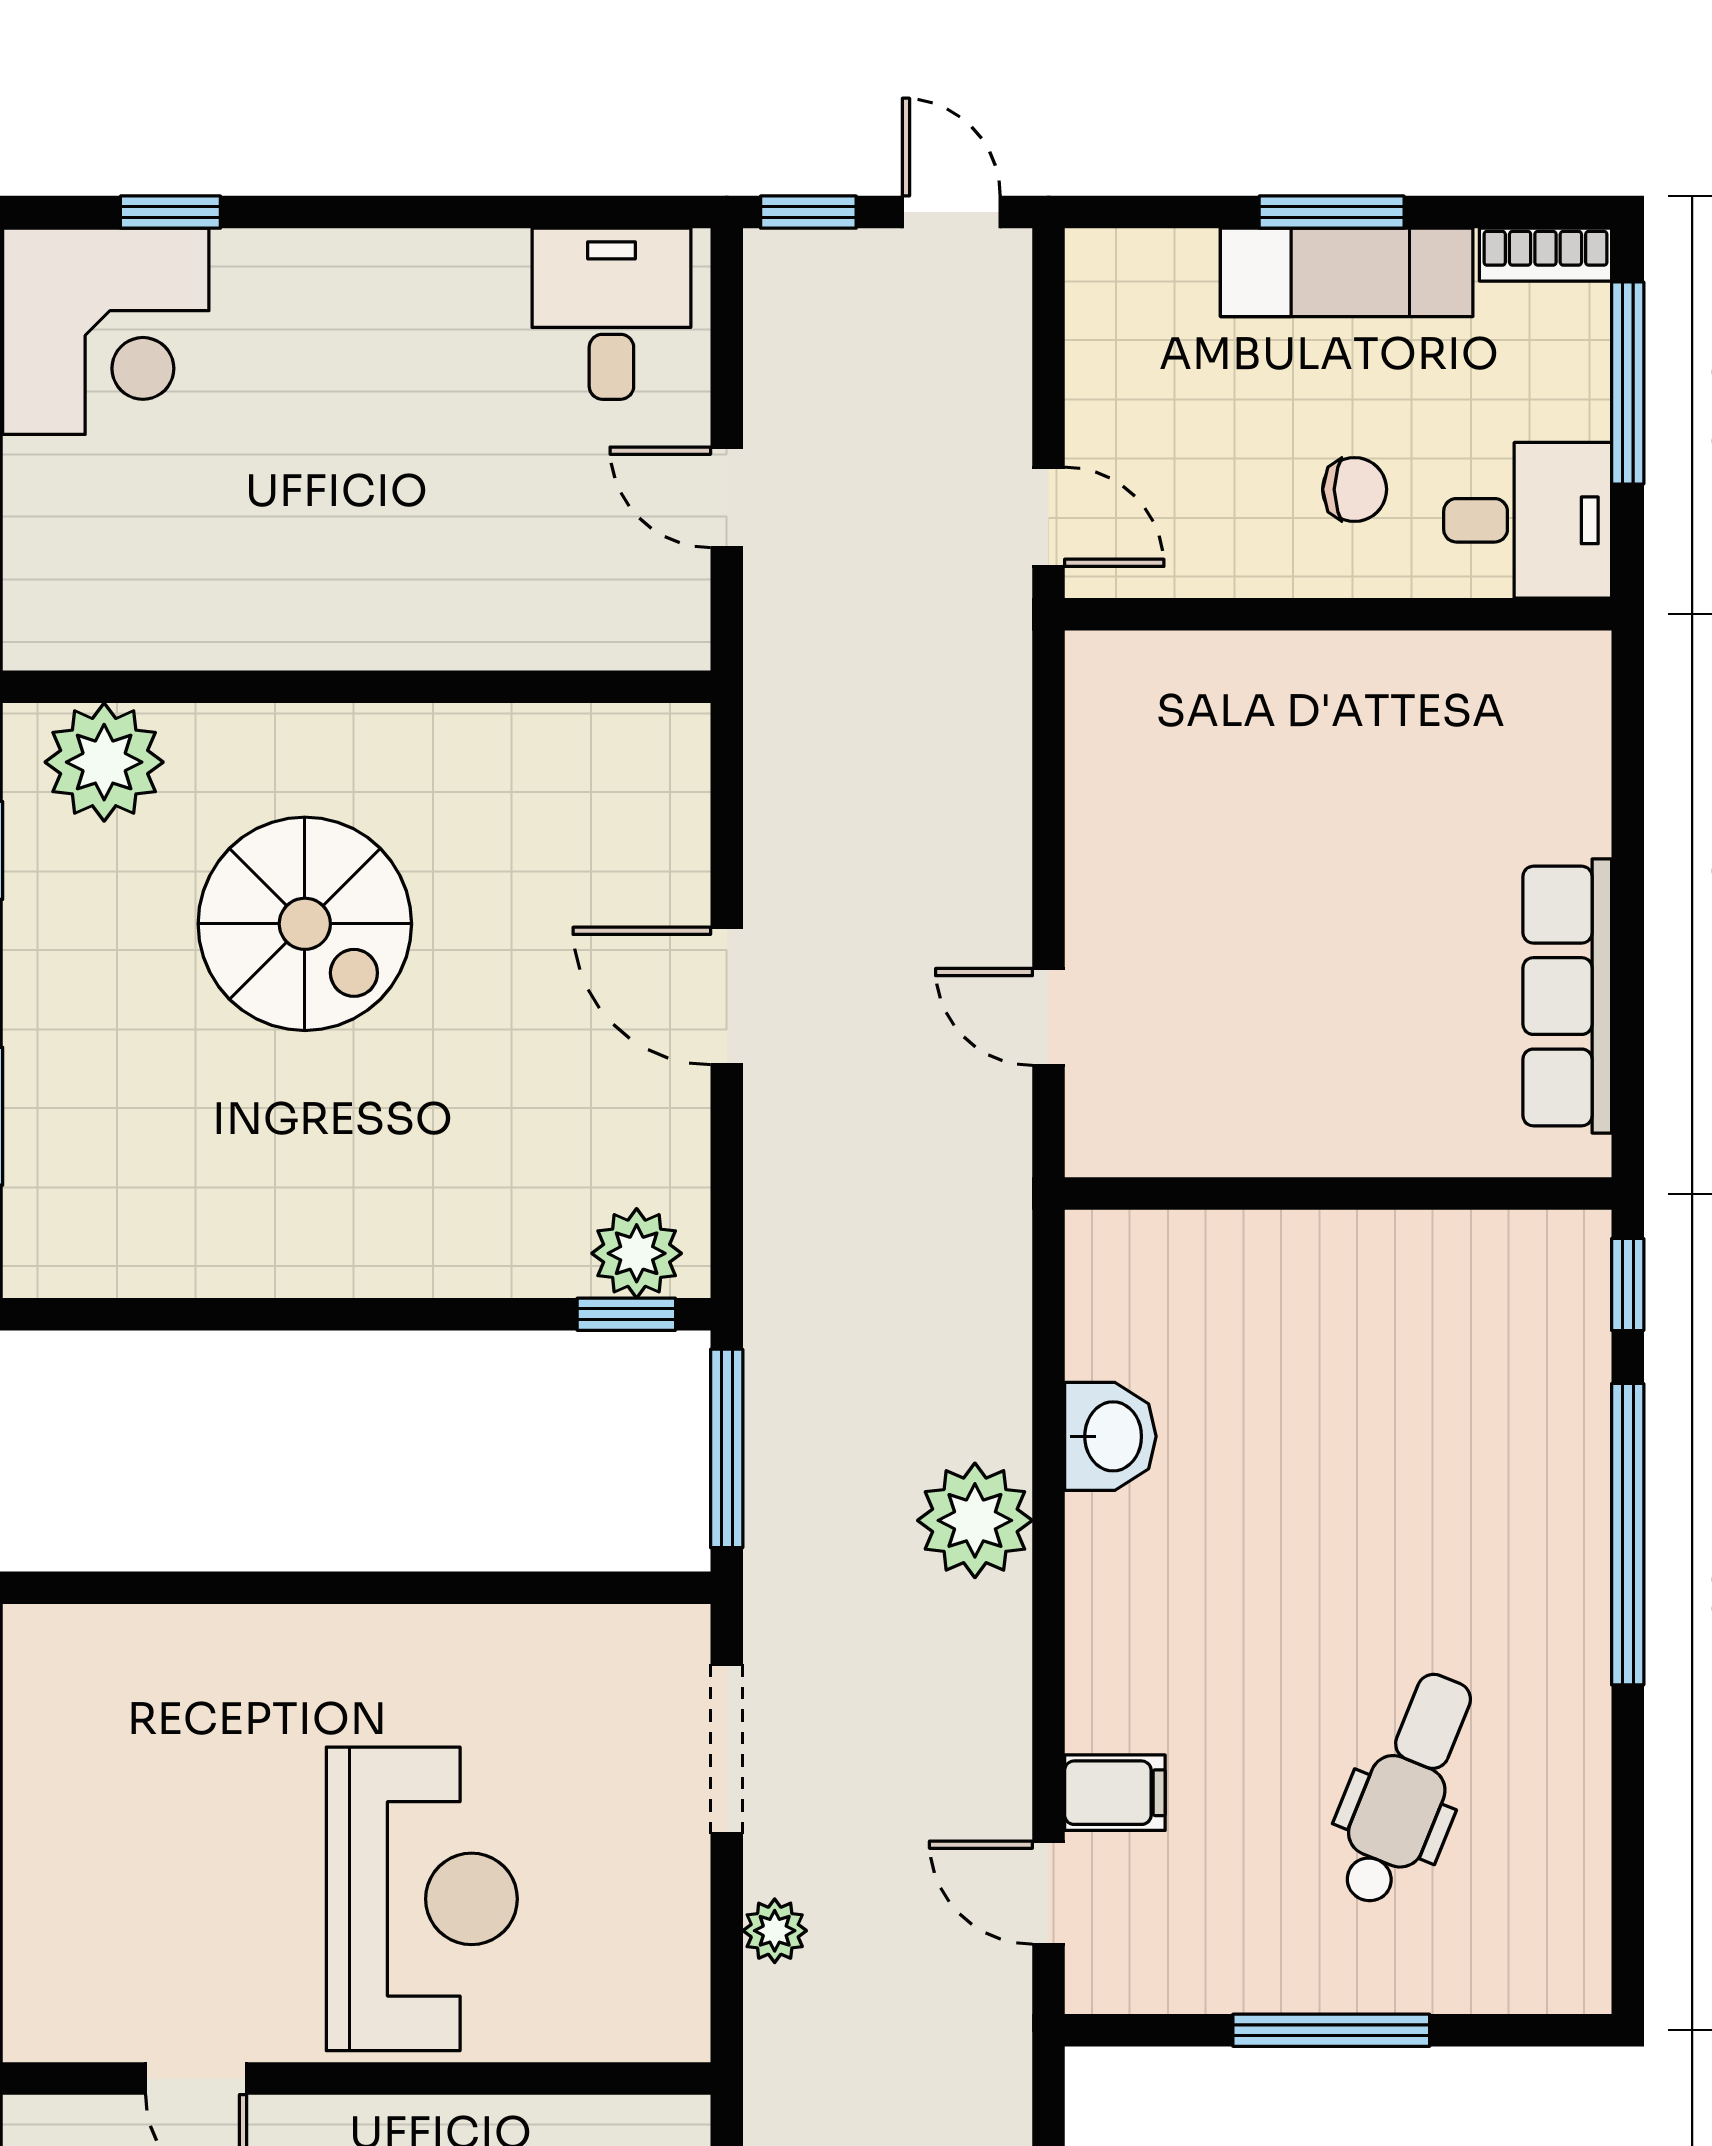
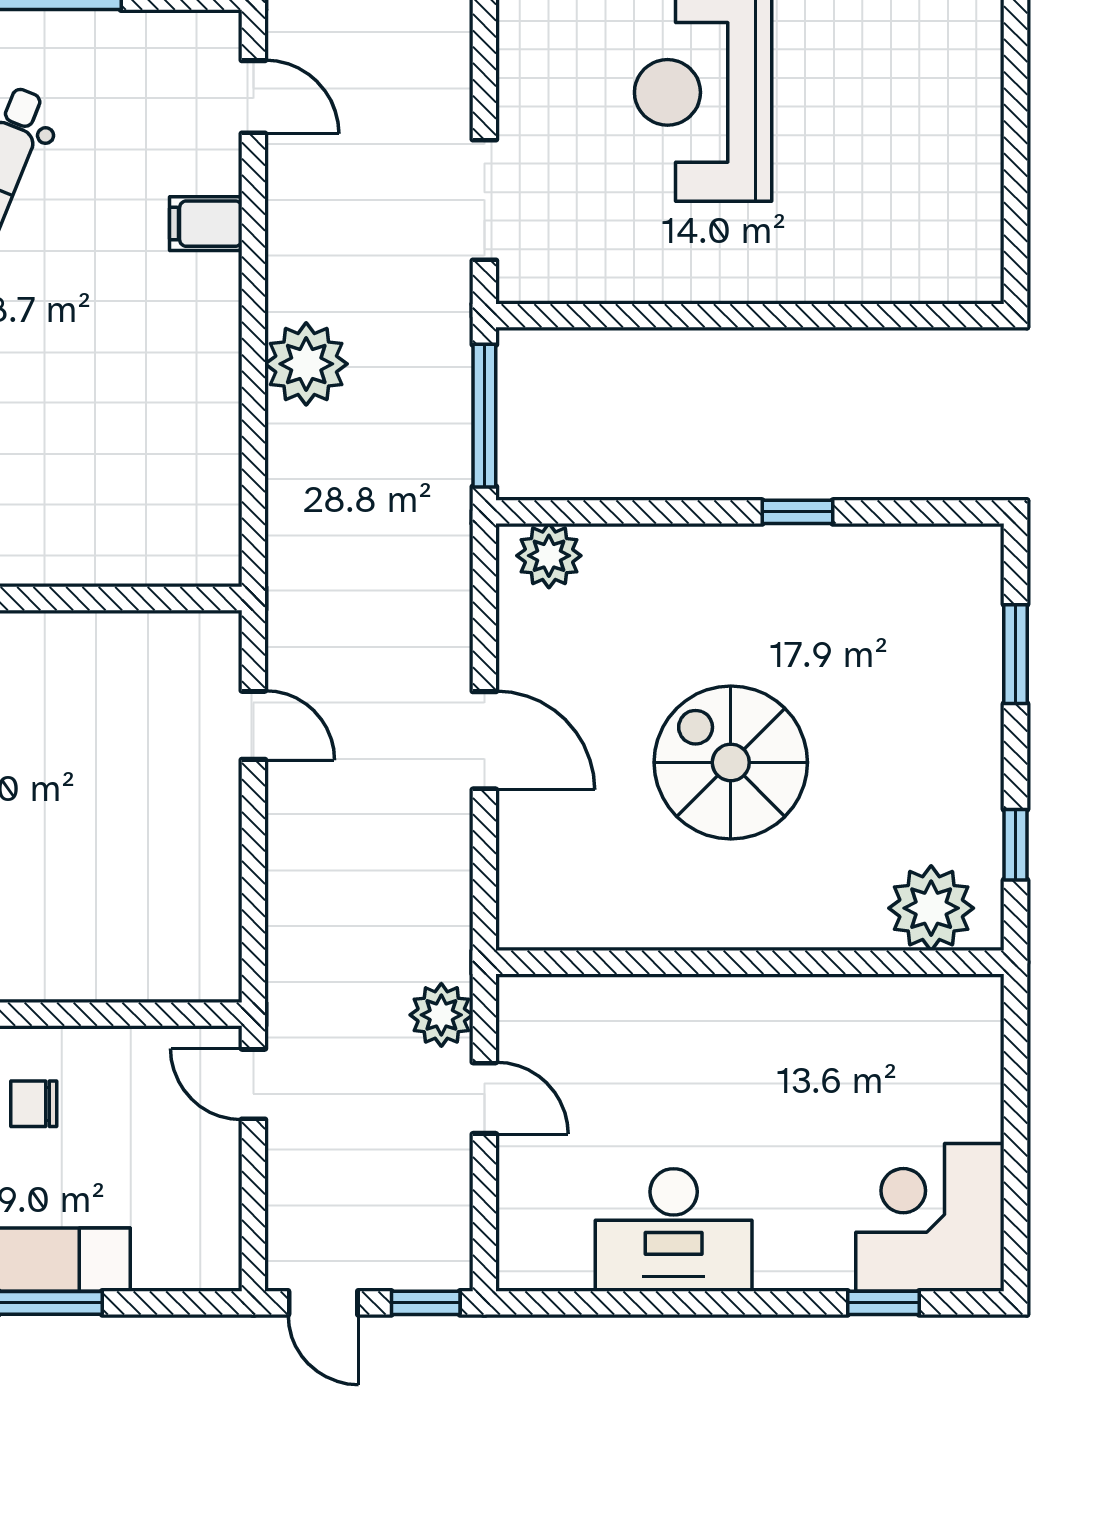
desk: (611, 314) -> (674, 1230), moved, width x1.37
spiral stairs: (305, 924) -> (731, 762), moved
window: (626, 1314) -> (797, 512), moved
washbasin: (1110, 1436) -> (209, 424), removed
filing cabinet: (1115, 1793) -> (206, 224), moved
plant: (775, 1931) -> (441, 1015), moved, width x1.38, depth x1.38

